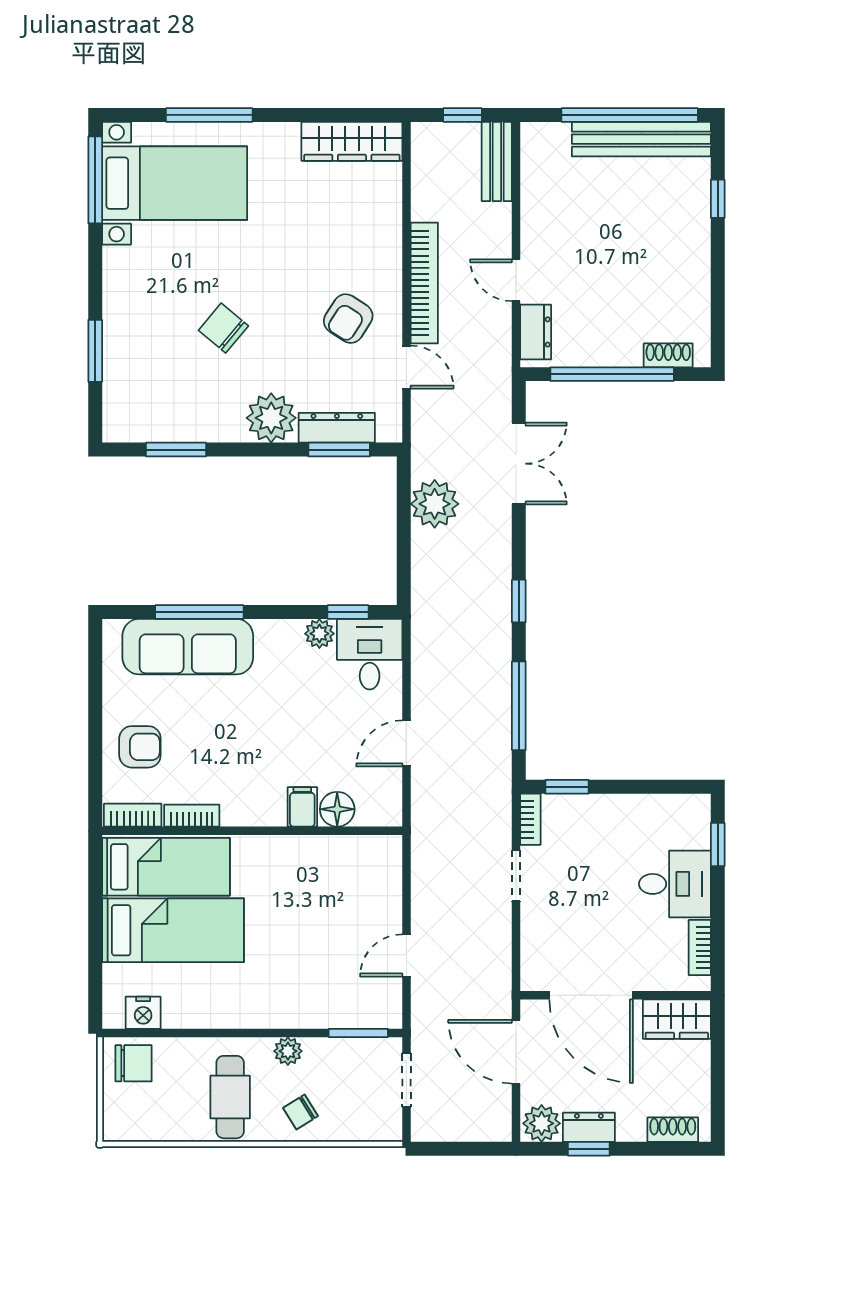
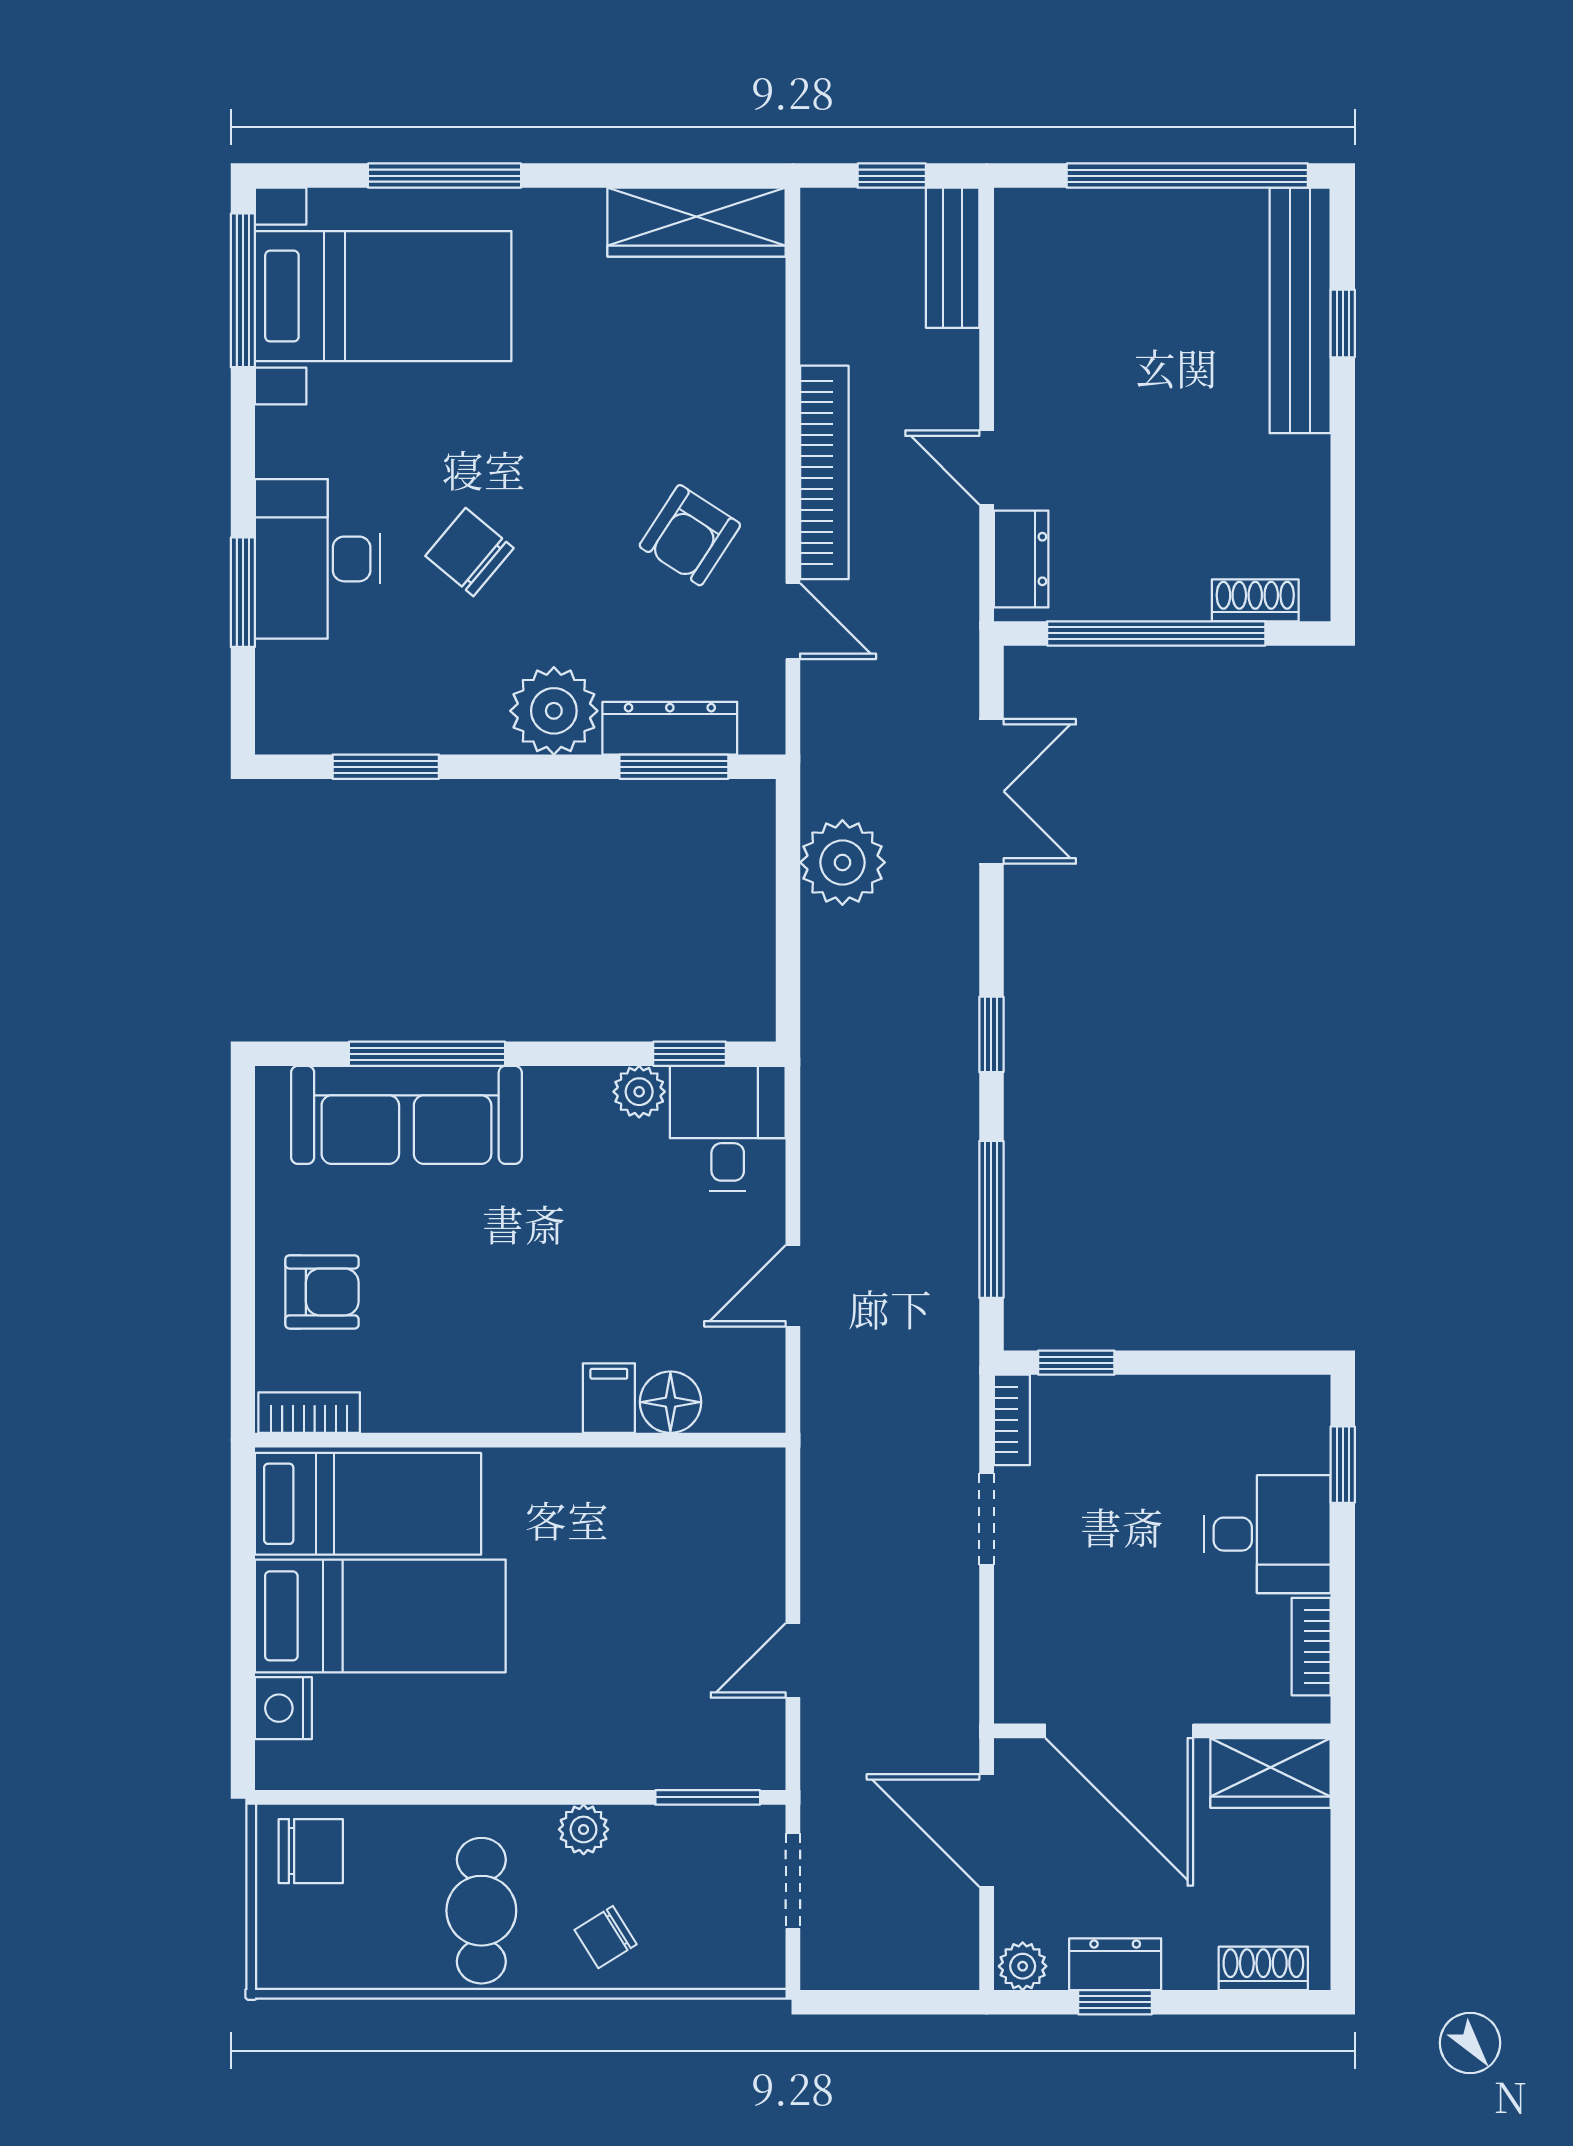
bench: (641, 139) -> (1300, 310), moved, turned 90
desk: (138, 332) -> (318, 559), added
bookcase: (192, 816) -> (414, 1413), removed
nightstand: (143, 1013) -> (283, 1708), moved, turned 90
plant: (542, 1123) -> (1023, 1966), width x0.73, depth x0.73

